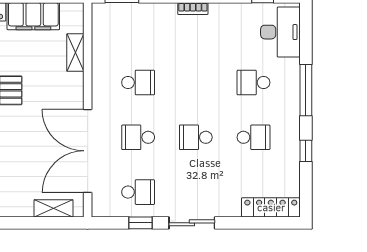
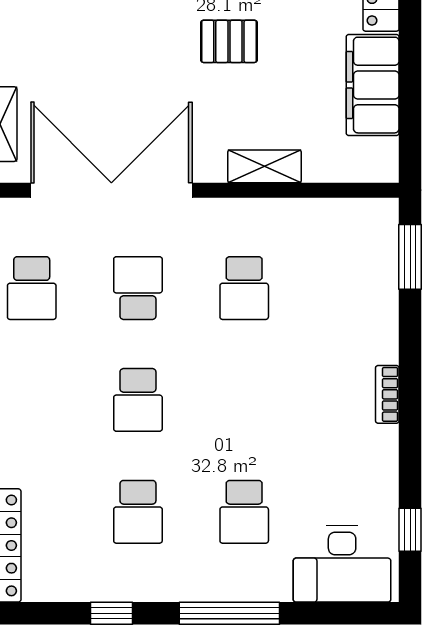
shelving: (75, 53) -> (264, 166), moved
school desk: (253, 83) -> (244, 512), turned 180
school desk: (196, 137) -> (138, 400), turned 180

